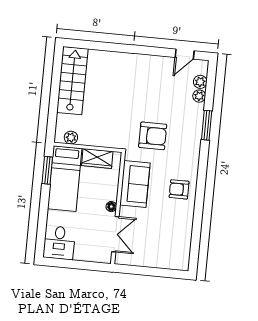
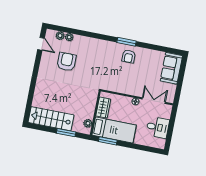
window: (53, 106) -> (66, 133), added
window: (207, 125) -> (127, 42), moved
armchair: (153, 136) -> (67, 62), moved
sofa: (135, 184) -> (171, 68), moved, turned -90
desk: (59, 243) -> (158, 127), moved

